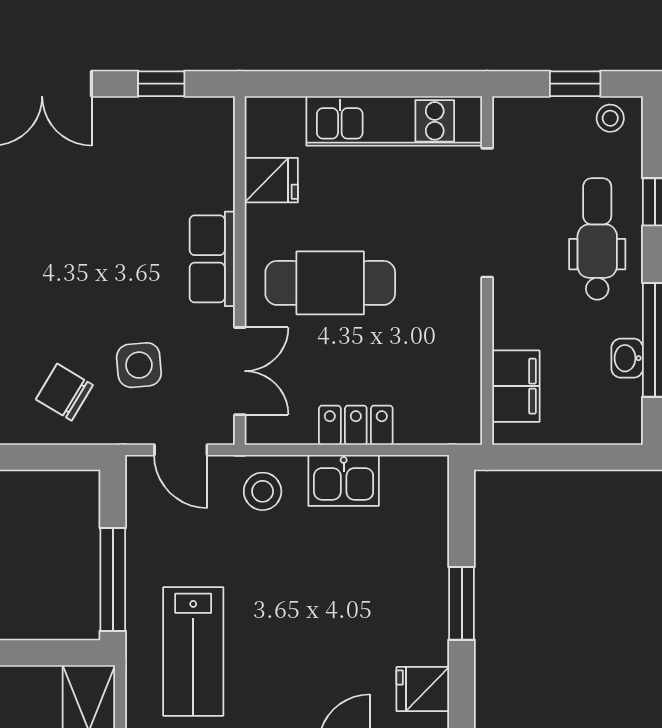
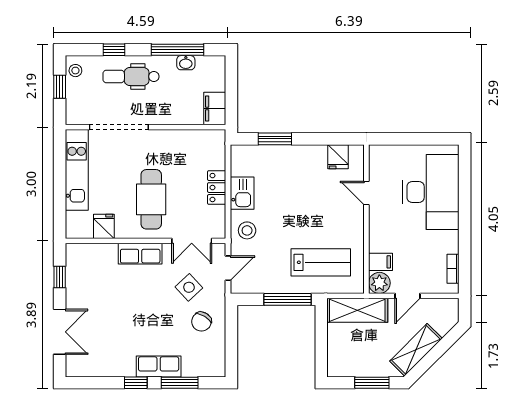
side table: (139, 365) -> (189, 287), turned -38
double door: (240, 371) -> (192, 241), swing flipped
filing cabinet: (516, 386) -> (215, 108), moved, turned -90
window: (462, 603) -> (275, 139), moved

